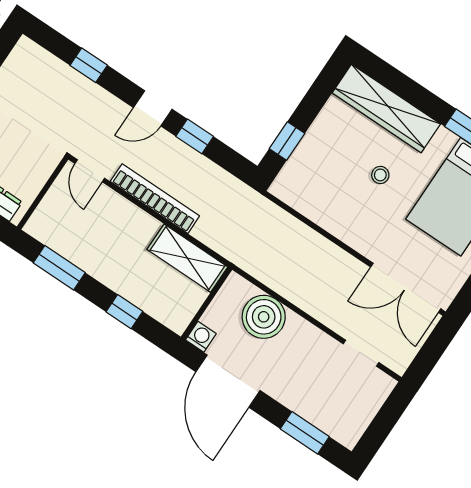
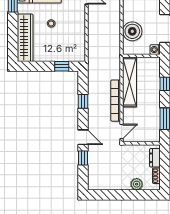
door: (153, 108) -> (83, 137), moved
shelving: (187, 258) -> (130, 82), width x1.47

